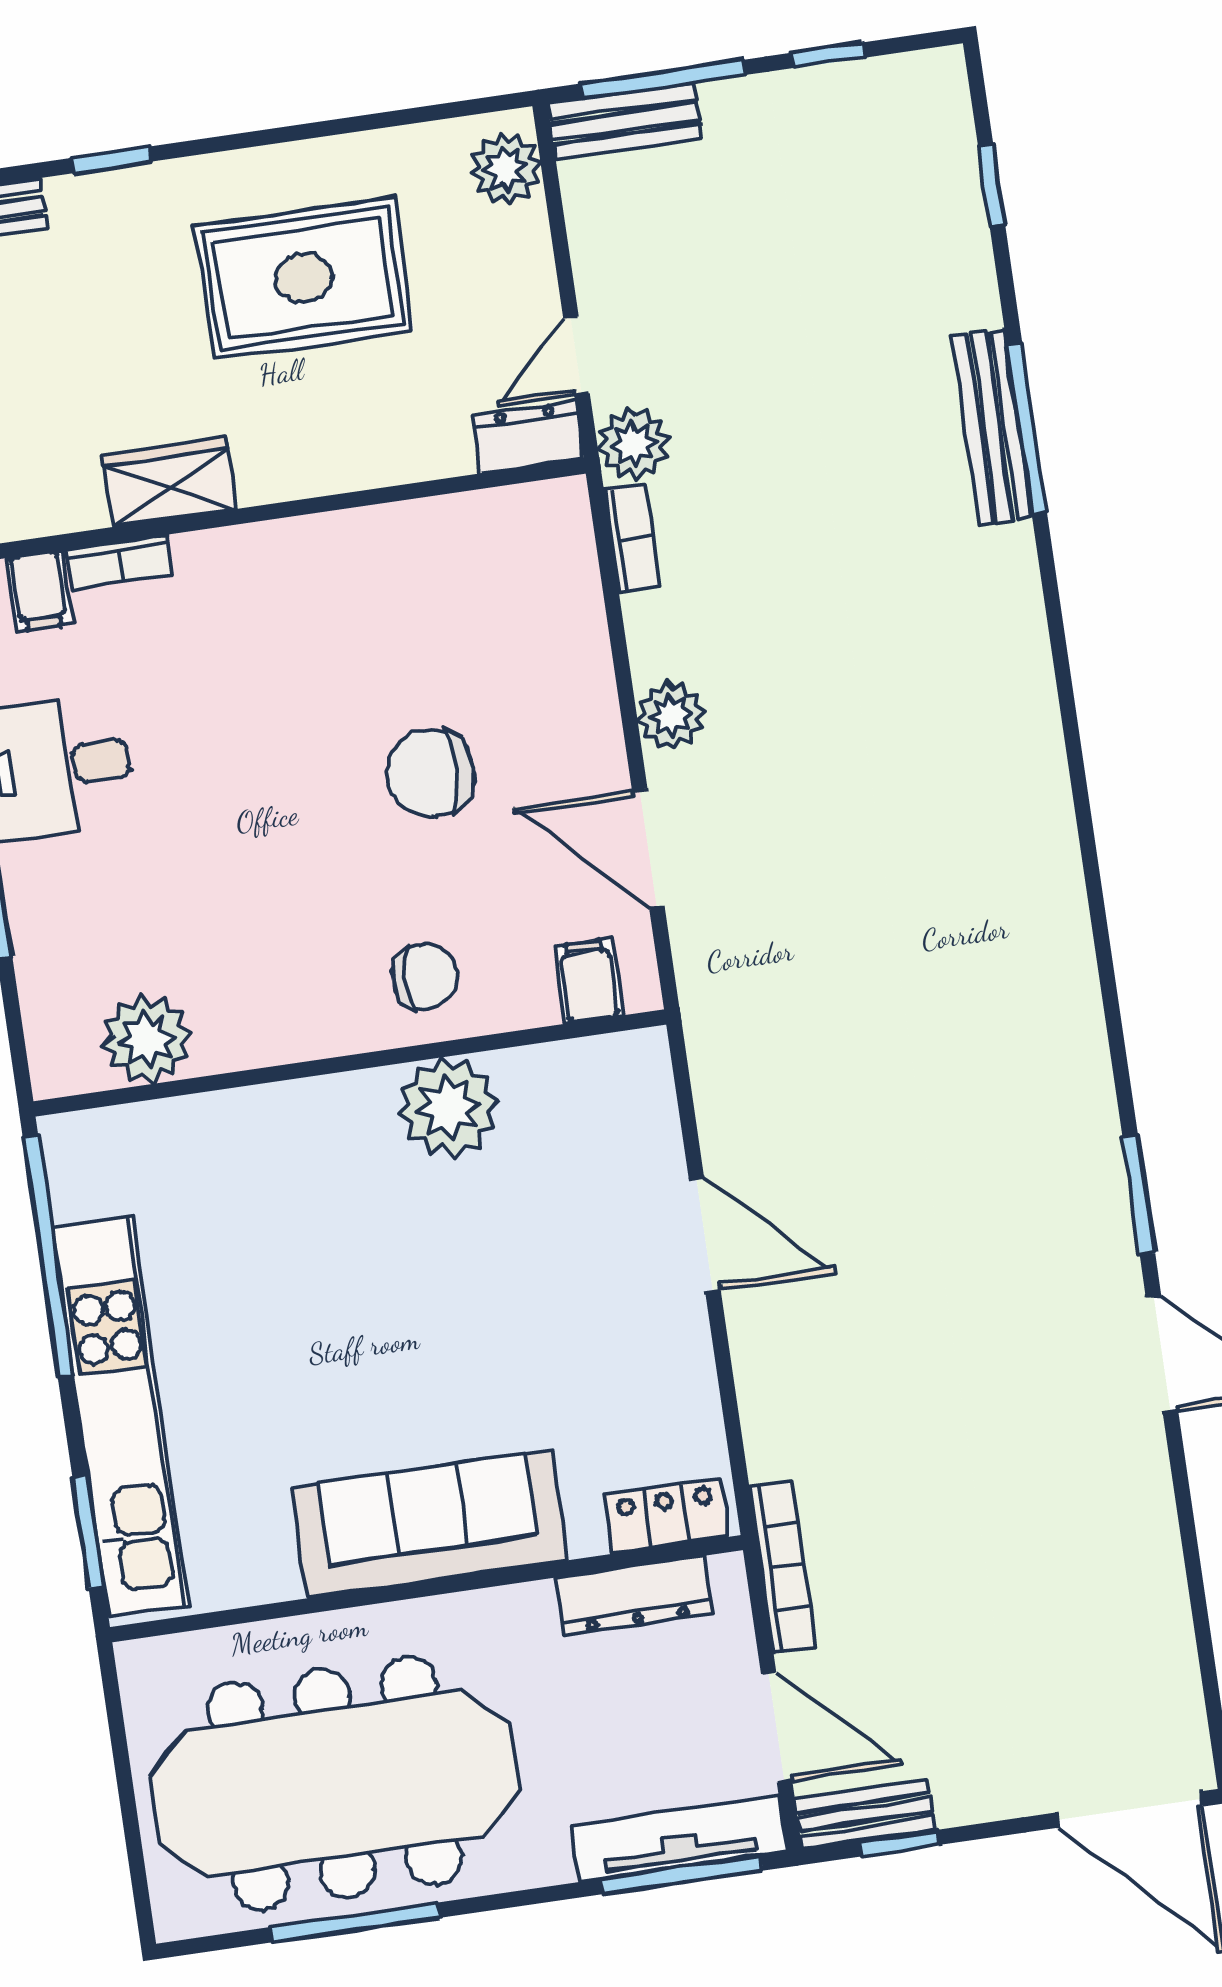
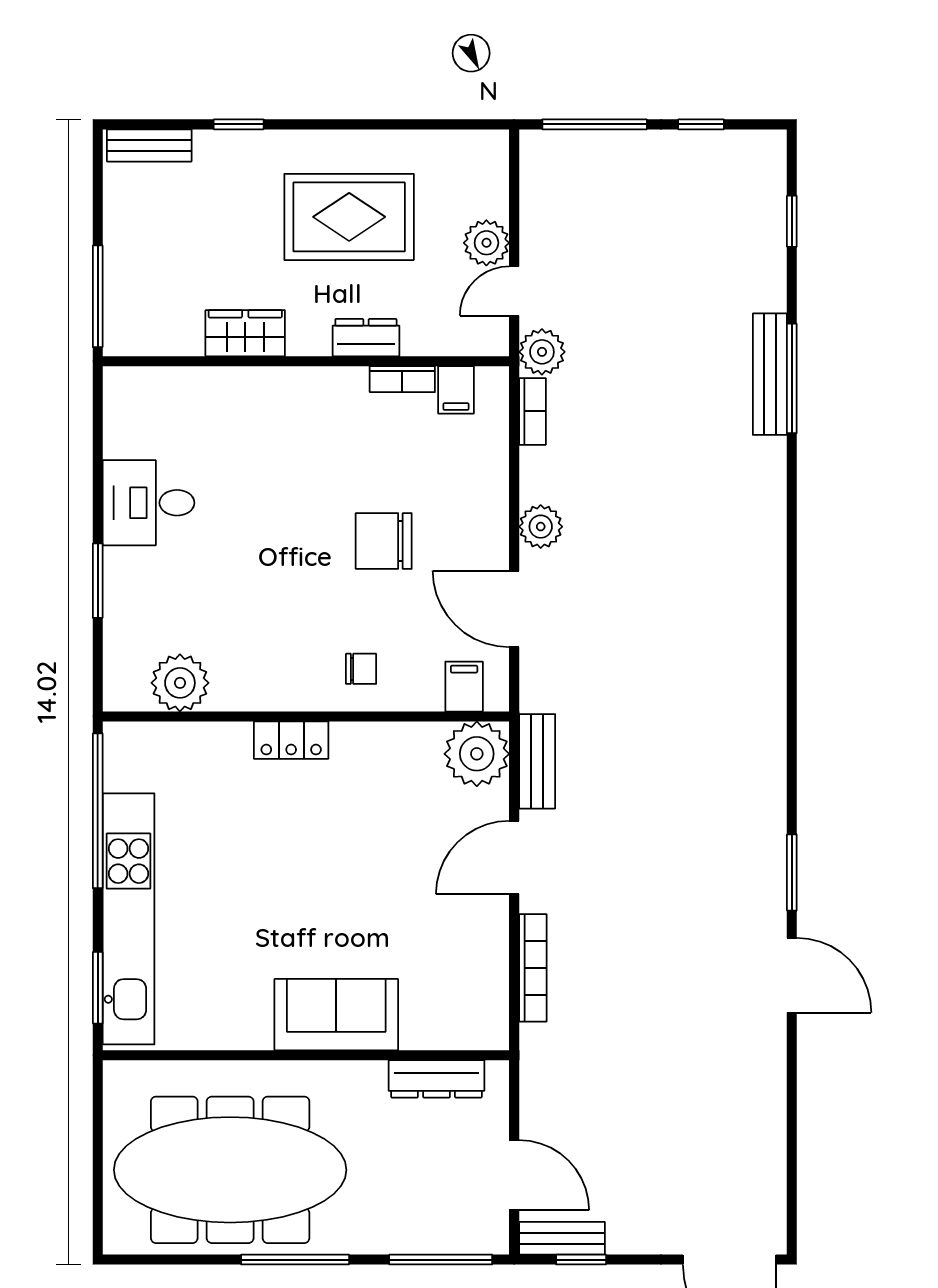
bench: (625, 121) -> (537, 761), moved, turned 90
plant: (505, 169) -> (486, 243), moved
dresser: (528, 437) -> (366, 338), moved
bookcase: (120, 562) -> (402, 379), moved
filing cabinet: (39, 591) -> (456, 390), moved
chair: (425, 977) -> (361, 669), width x0.73, depth x0.73
plant: (448, 1108) -> (477, 754), moved
door: (705, 1235) -> (514, 857), swing flipped
locker: (666, 1516) -> (291, 740), moved, turned 180
sofa: (430, 1524) -> (336, 1015), width x0.73
bookcase: (783, 1567) -> (533, 968), moved
tv unit: (679, 1839) -> (442, 1236), removed
window: (354, 1923) -> (295, 1260), moved

